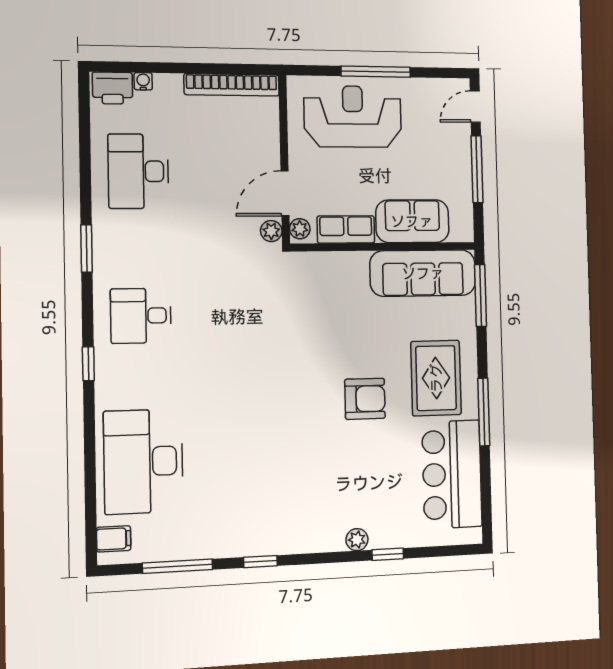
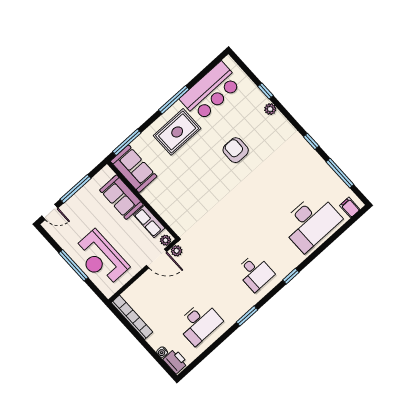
sofa: (423, 273) -> (134, 169), width x0.73
armchair: (365, 399) -> (236, 150), moved

